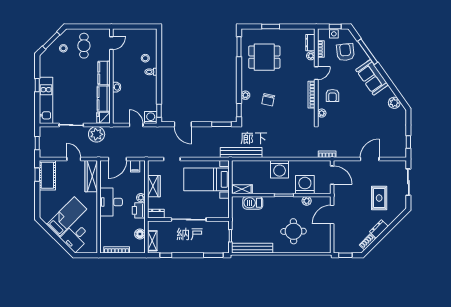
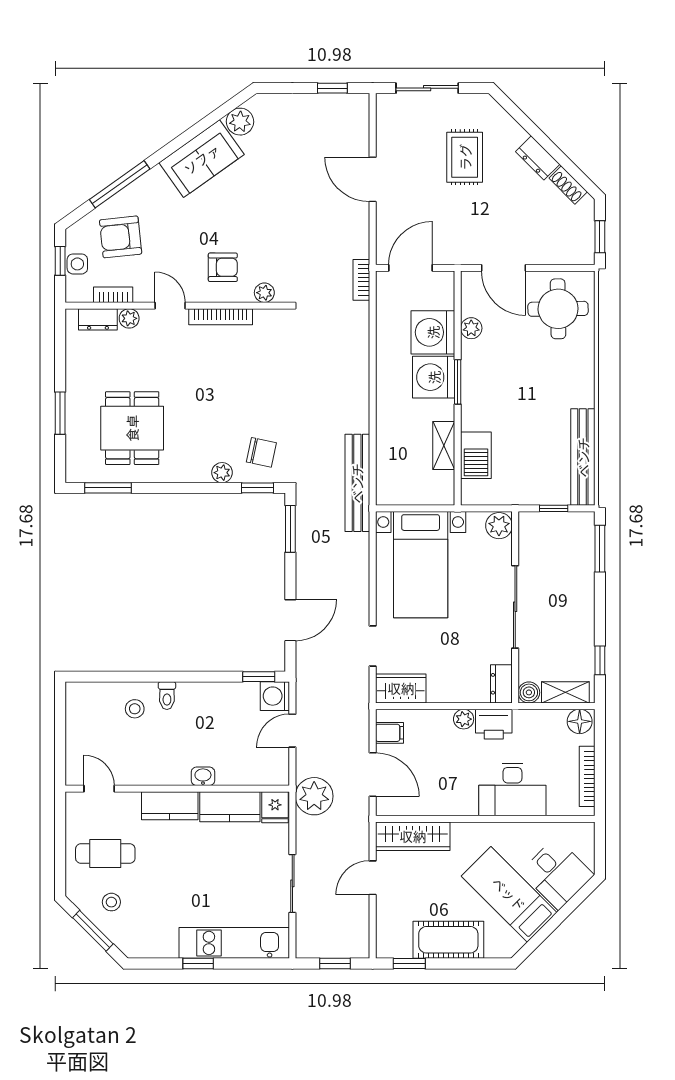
sofa: (372, 77) -> (202, 159), moved
chair: (268, 100) -> (261, 452), moved
plant: (97, 134) -> (314, 796), moved
washing machine: (280, 169) -> (434, 377), moved, turned 180
cot: (47, 175) -> (448, 940), moved
wardrobe: (154, 186) -> (401, 688), moved
shelving: (242, 189) -> (444, 446), moved
rug: (379, 198) -> (465, 157), turned 90
desk: (111, 202) -> (512, 789), moved
plant: (223, 213) -> (499, 526), added
boiler: (152, 225) -> (529, 692), added
round table: (293, 231) -> (558, 309), moved
floor lamp: (140, 234) -> (580, 721), moved

